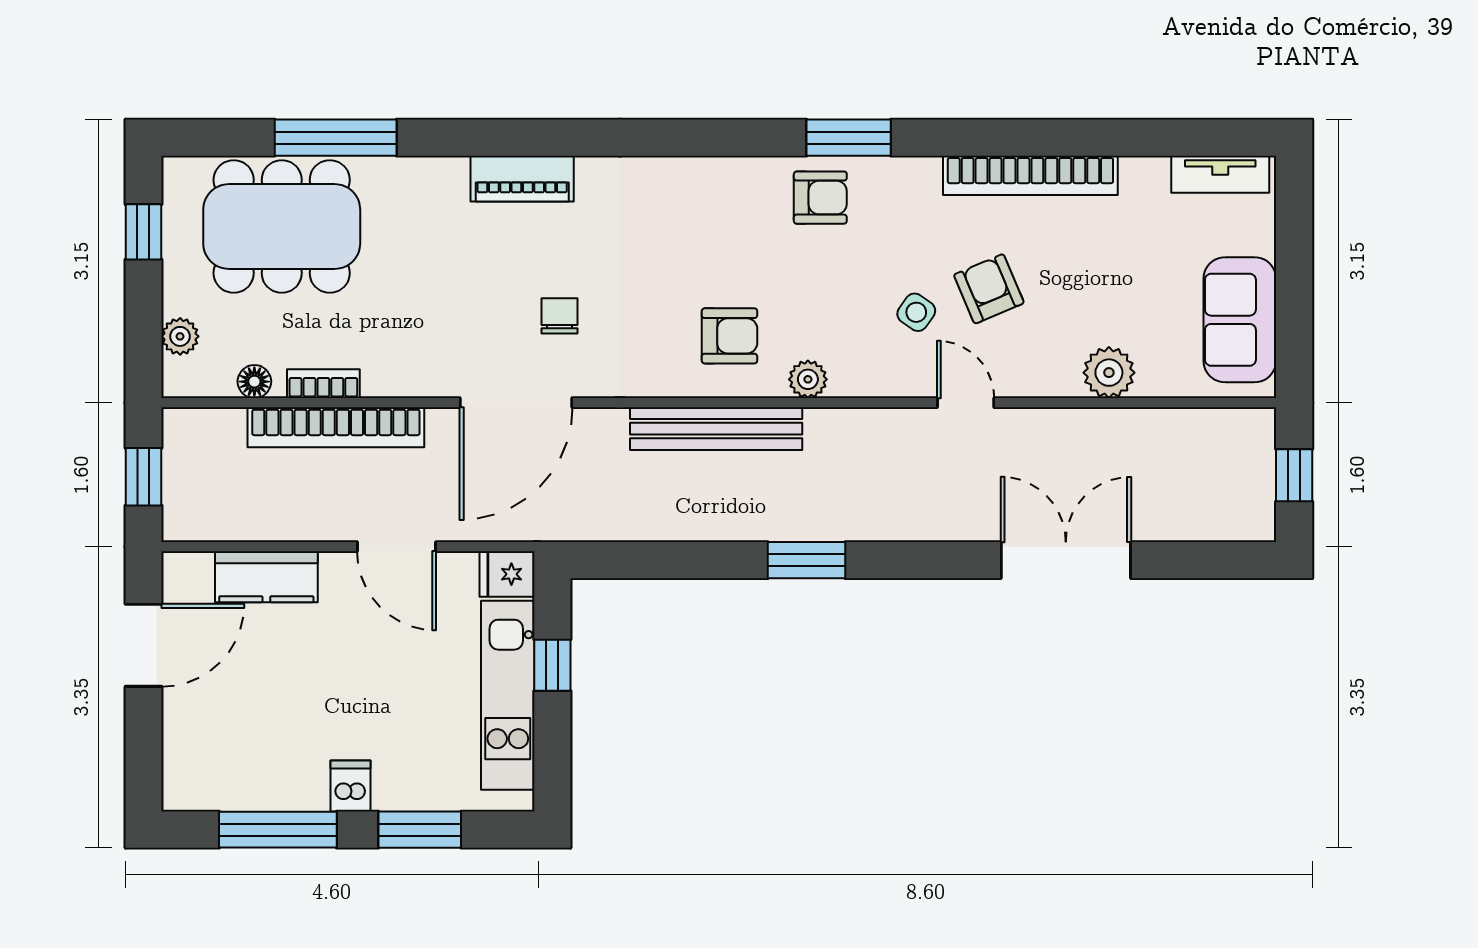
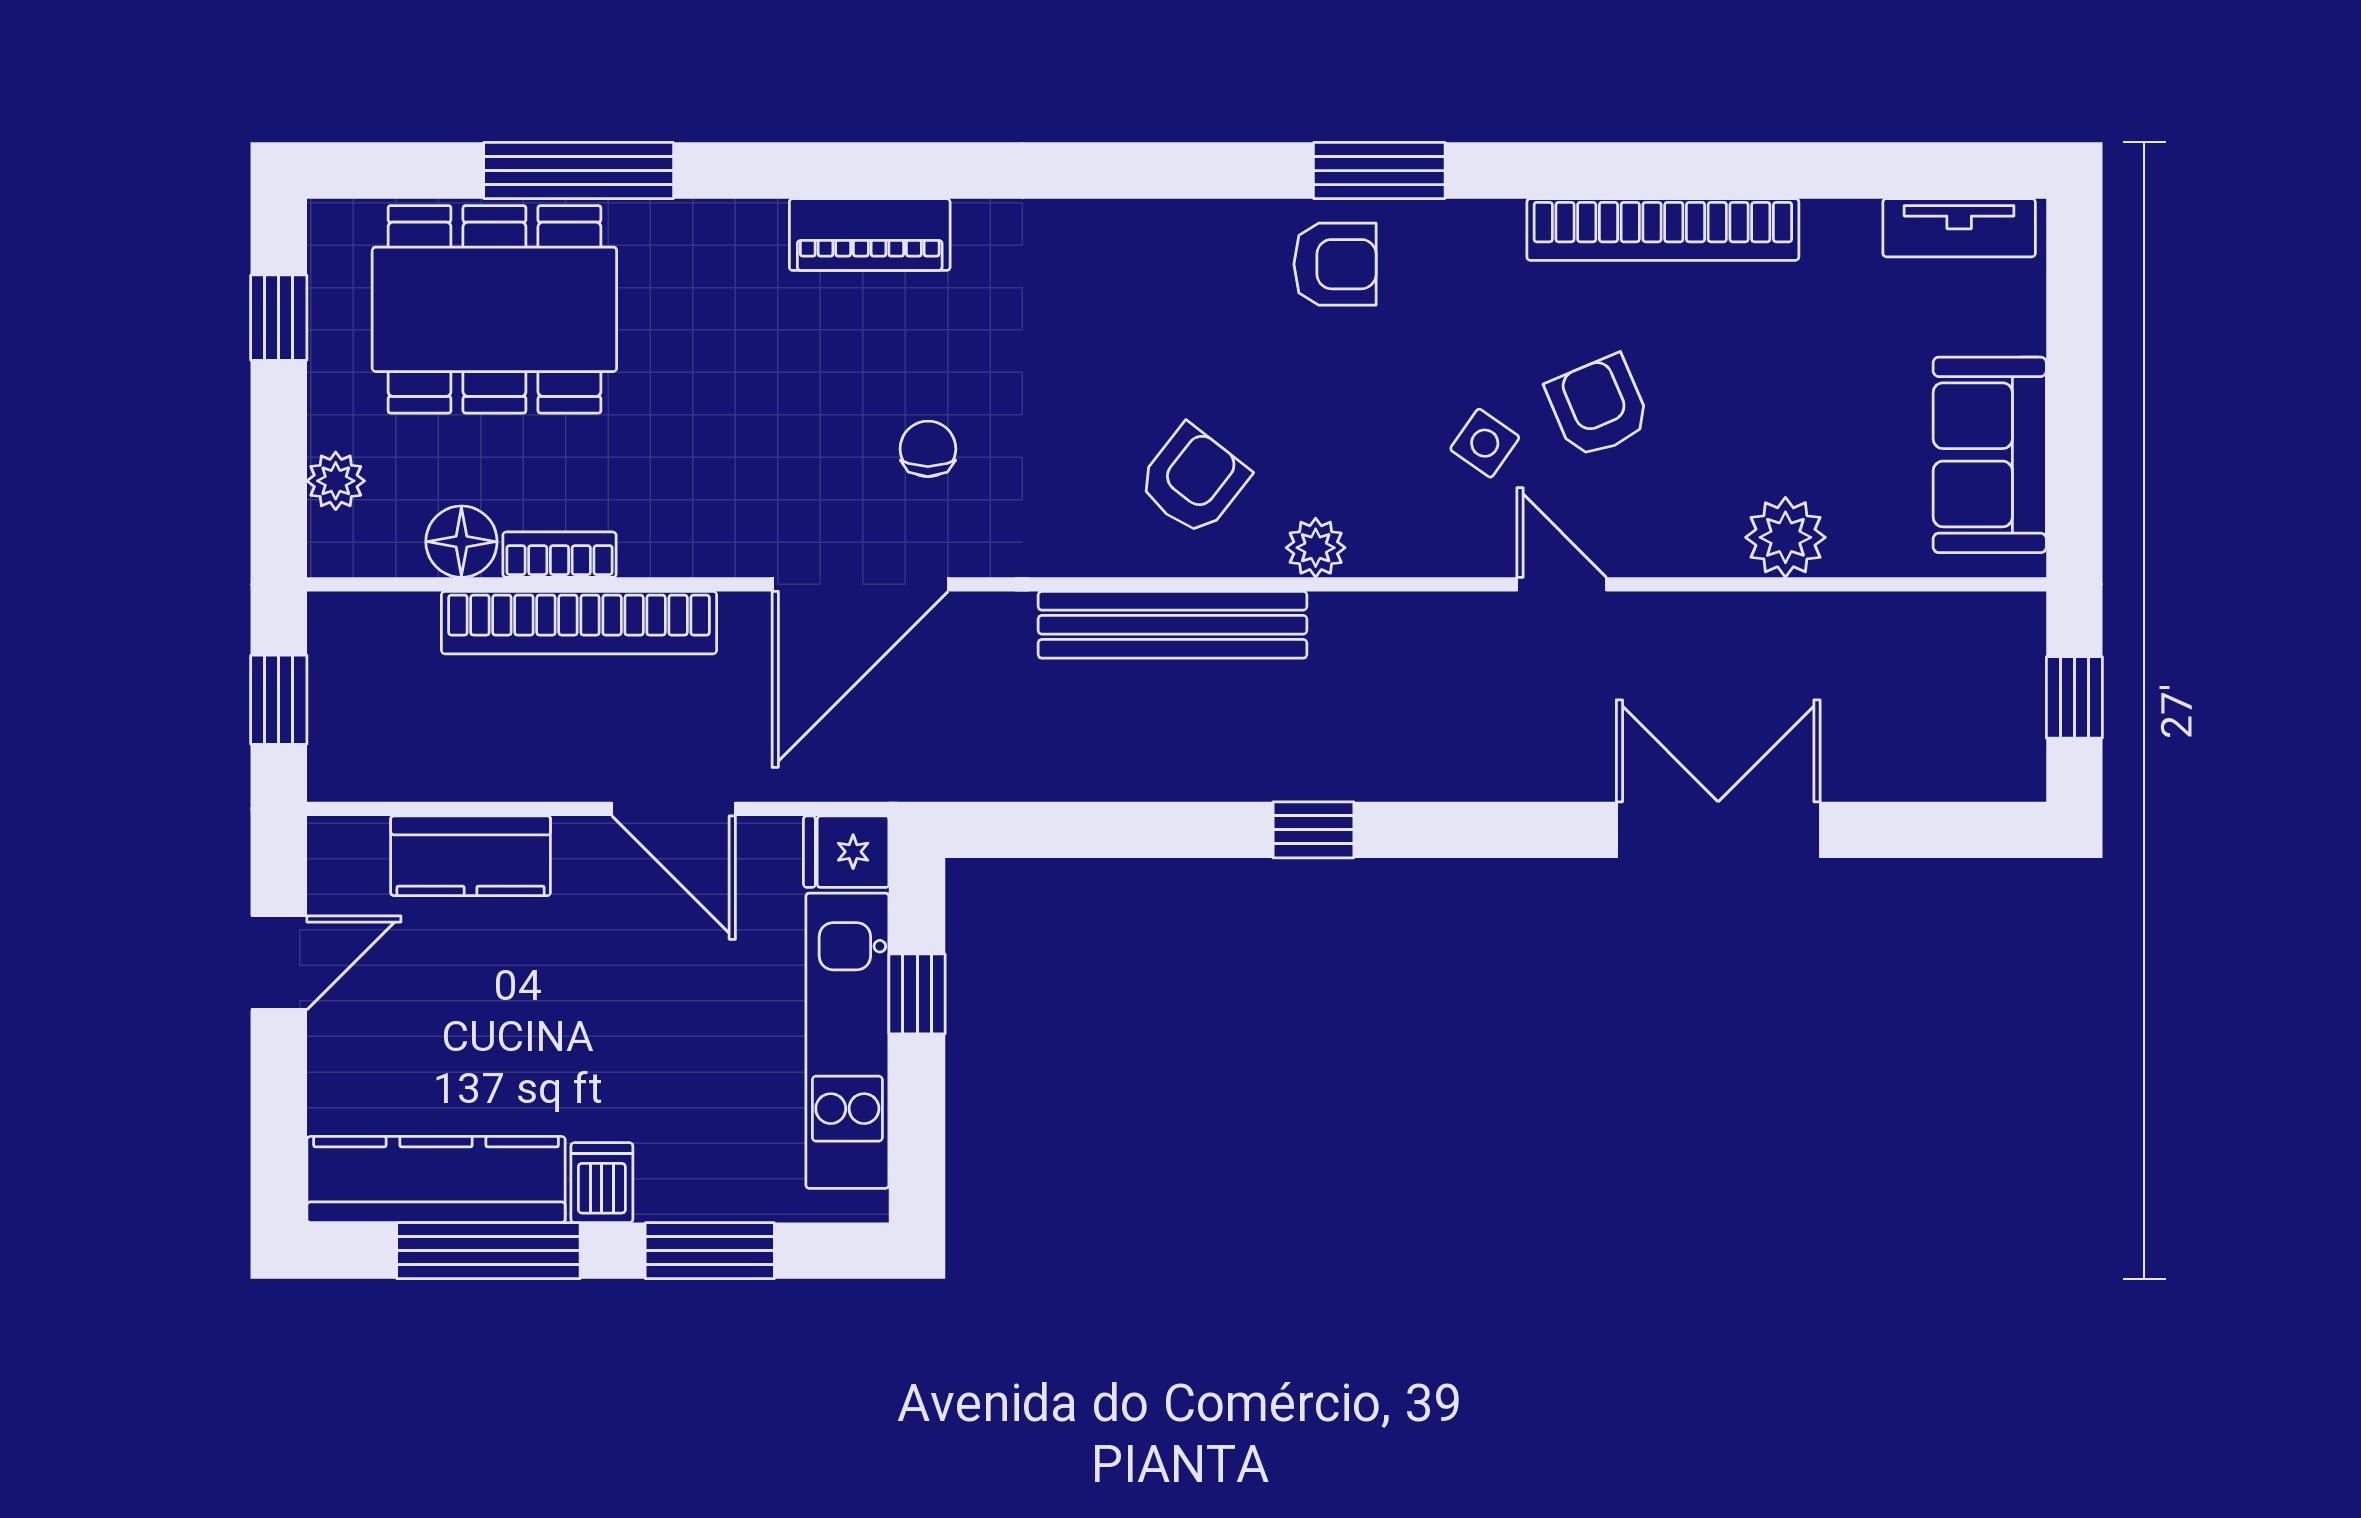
armchair: (729, 336) -> (1193, 480), turned -52
floor lamp: (254, 382) -> (461, 542), width x1.37, depth x1.37
window: (806, 560) -> (1313, 830), width x0.67
door: (143, 645) -> (279, 963), width x0.73
kitchen counter: (244, 784) -> (436, 1180), added

